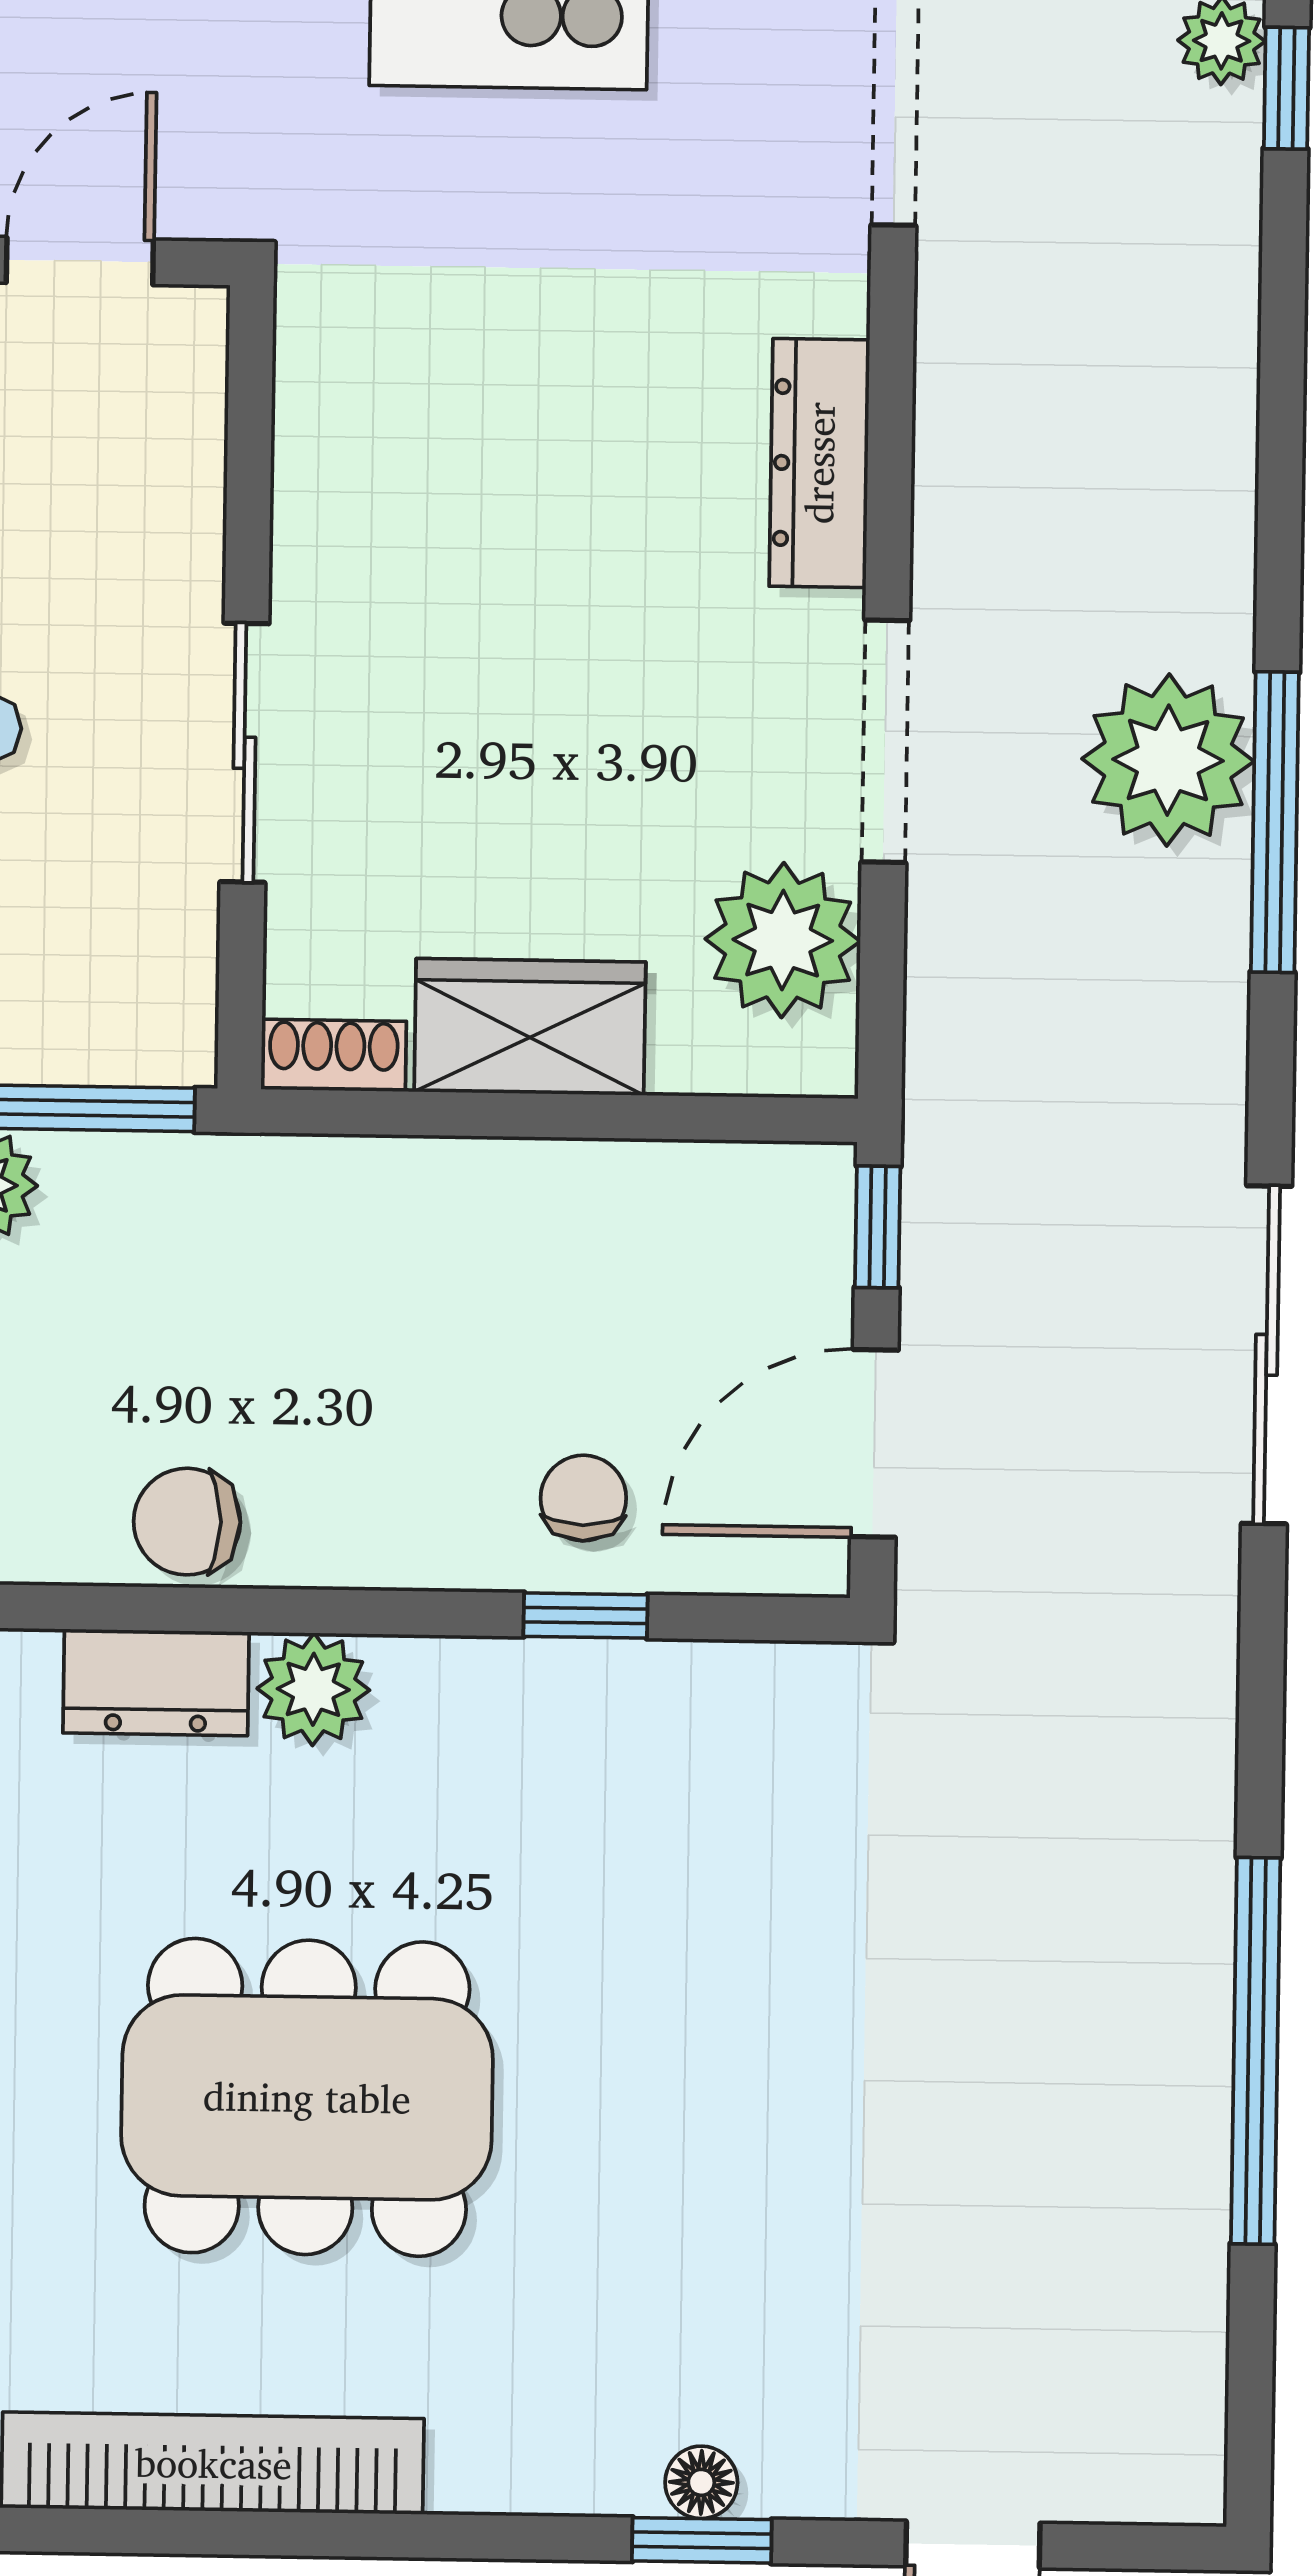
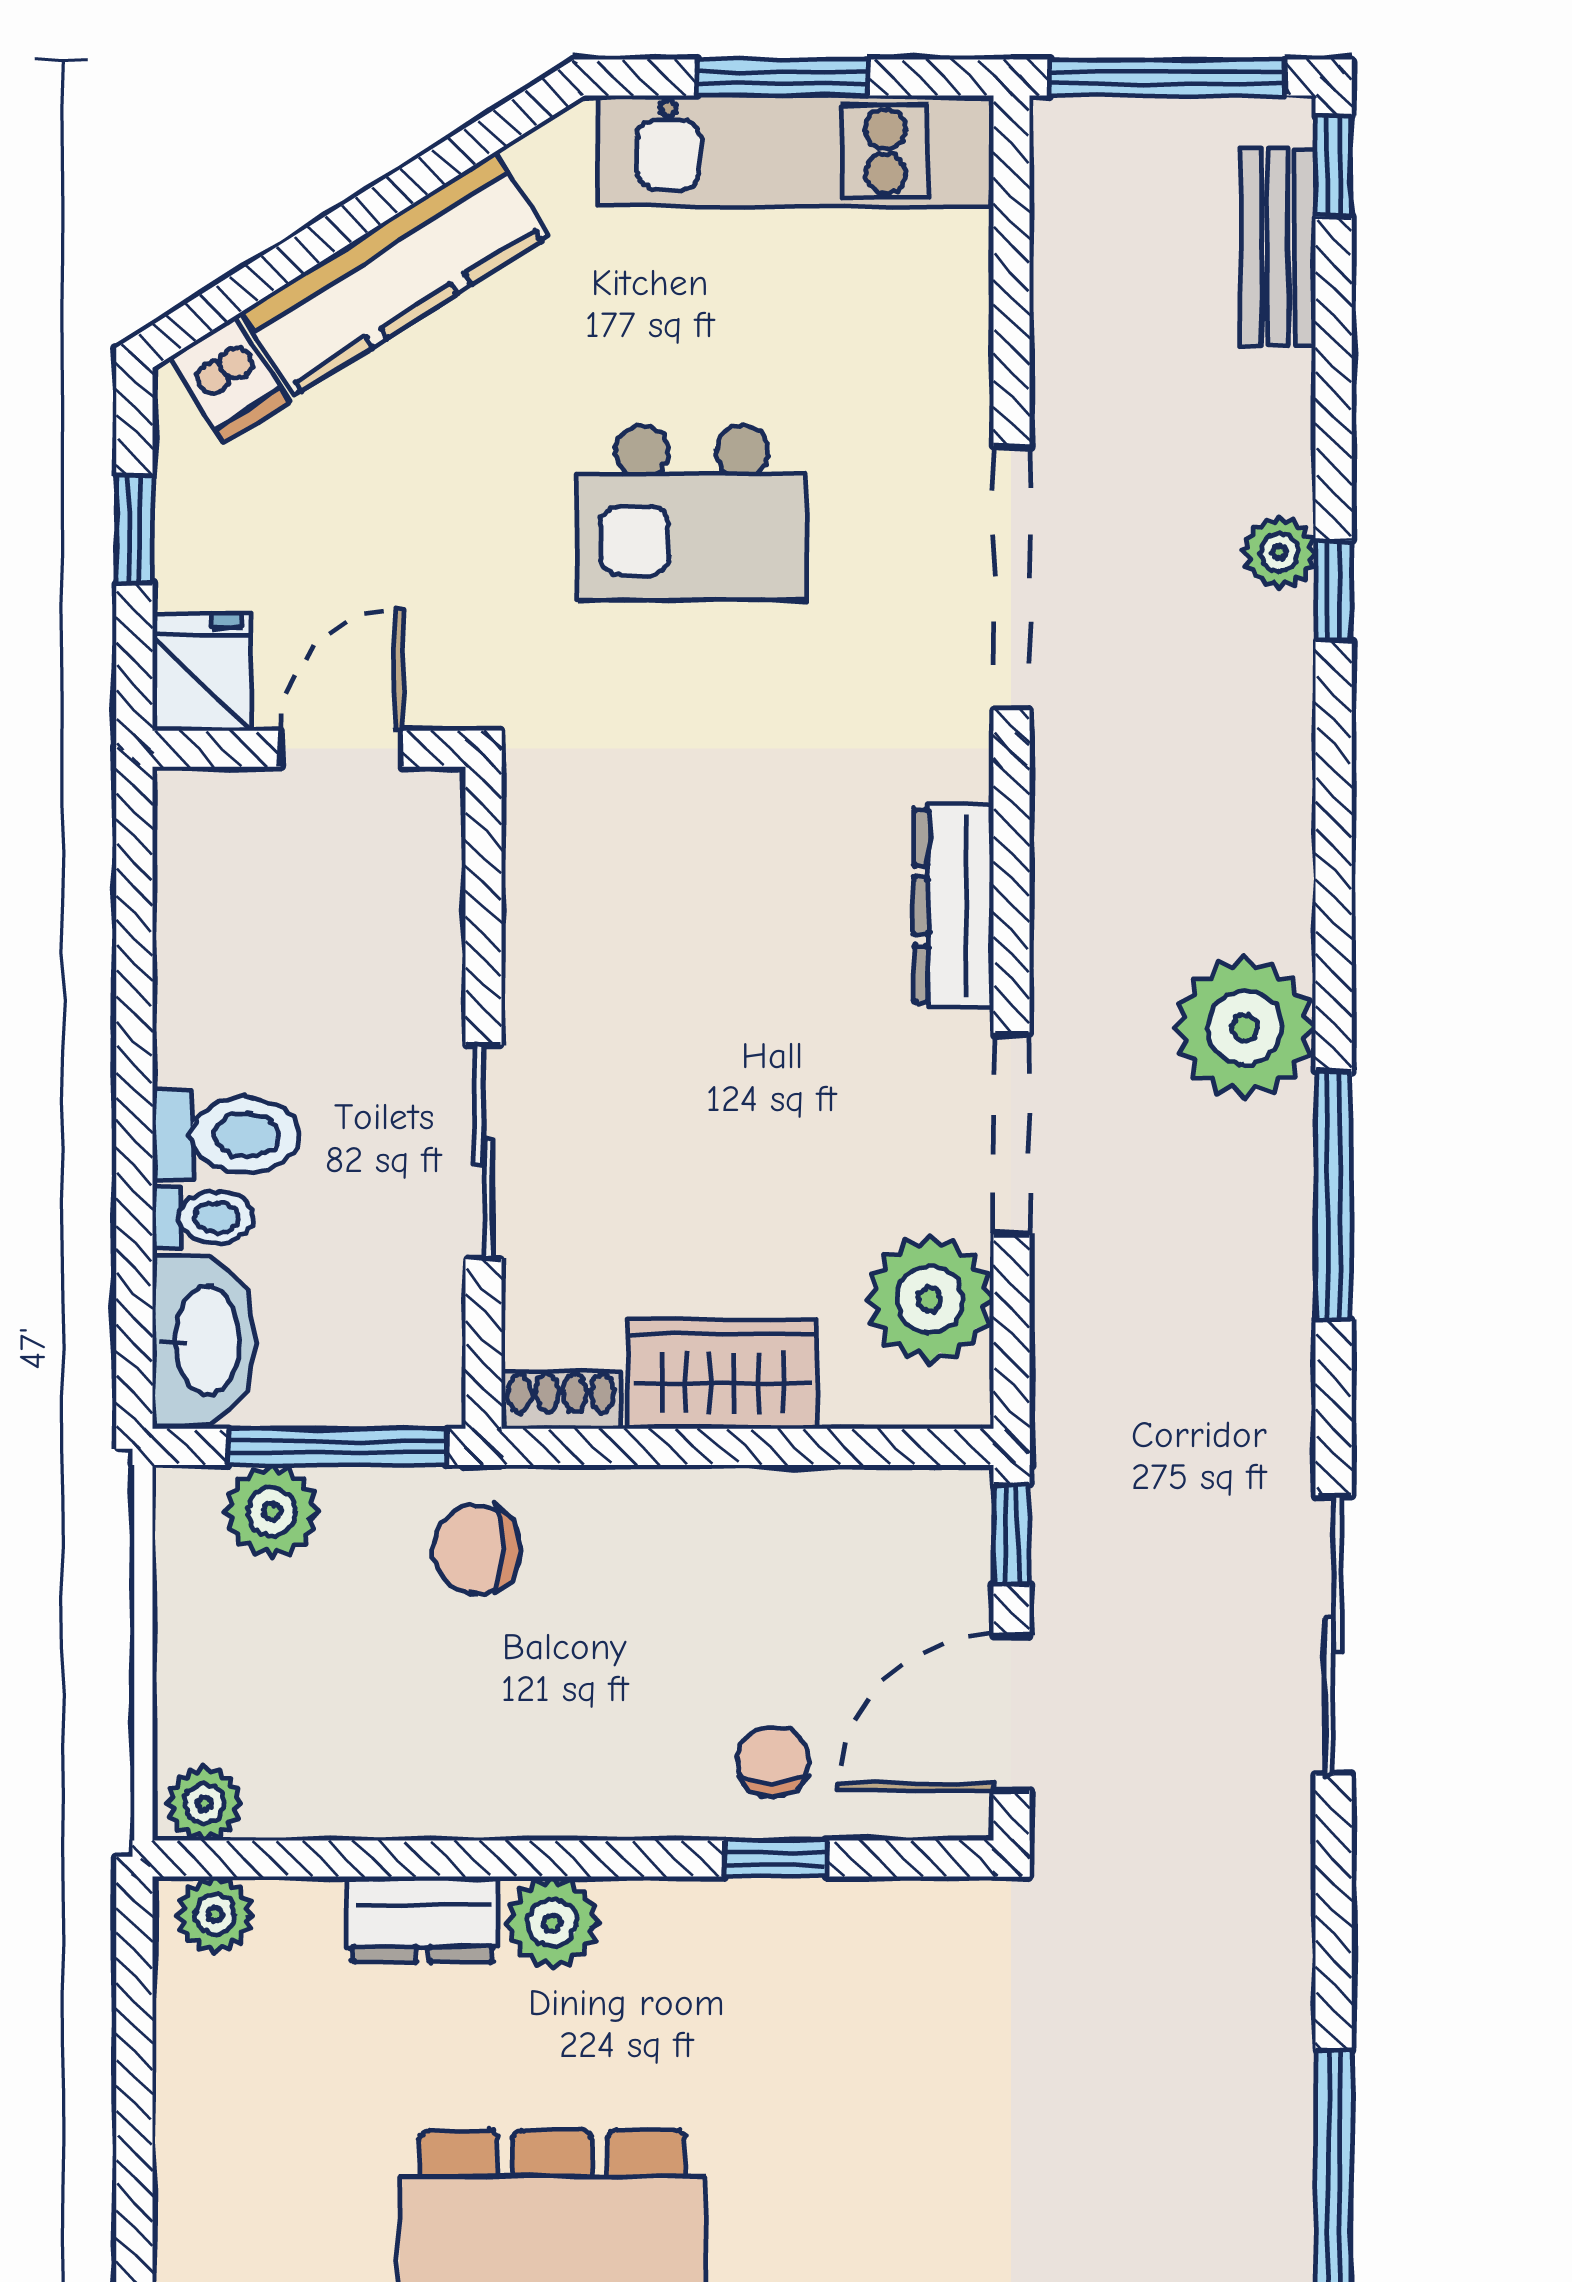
plant: (1168, 760) -> (1245, 1028), moved
chair: (187, 1522) -> (476, 1549), moved

